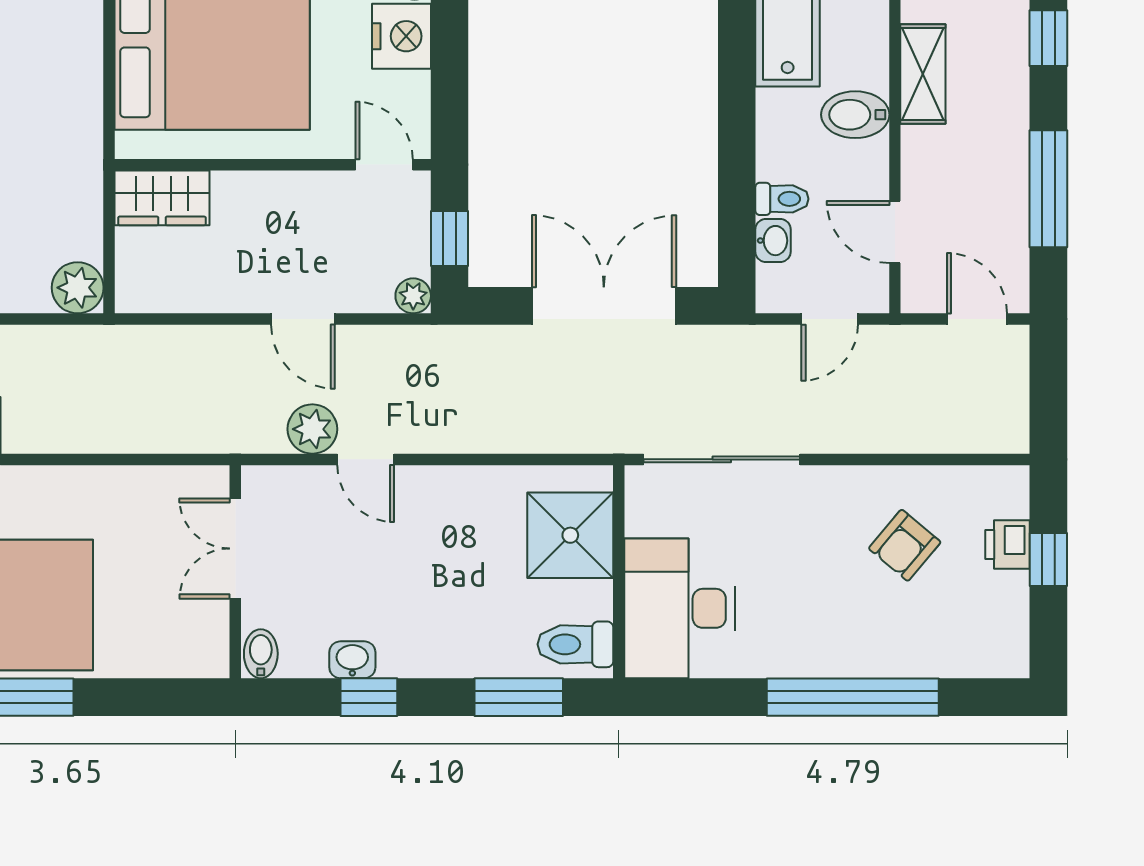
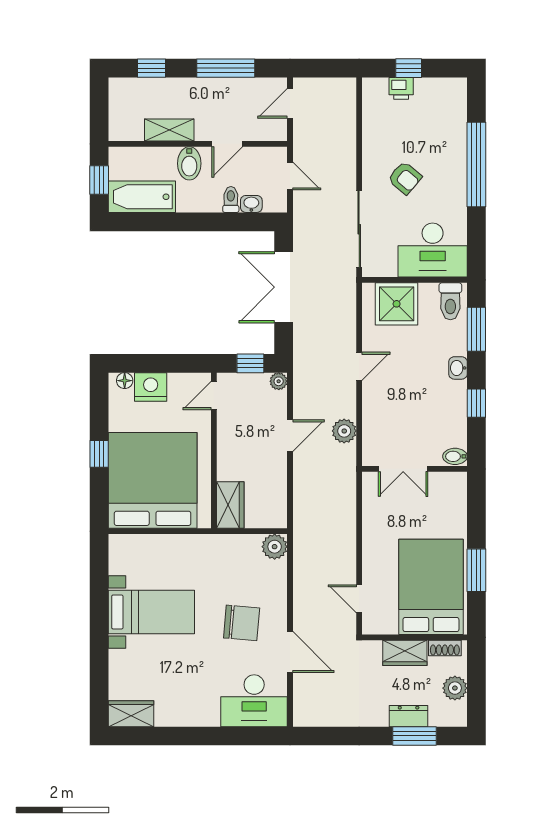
door: (895, 232) -> (227, 144), moved
door: (366, 459) -> (359, 366), moved
armchair: (905, 545) -> (405, 178), moved
washbasin: (352, 660) -> (458, 368), moved

